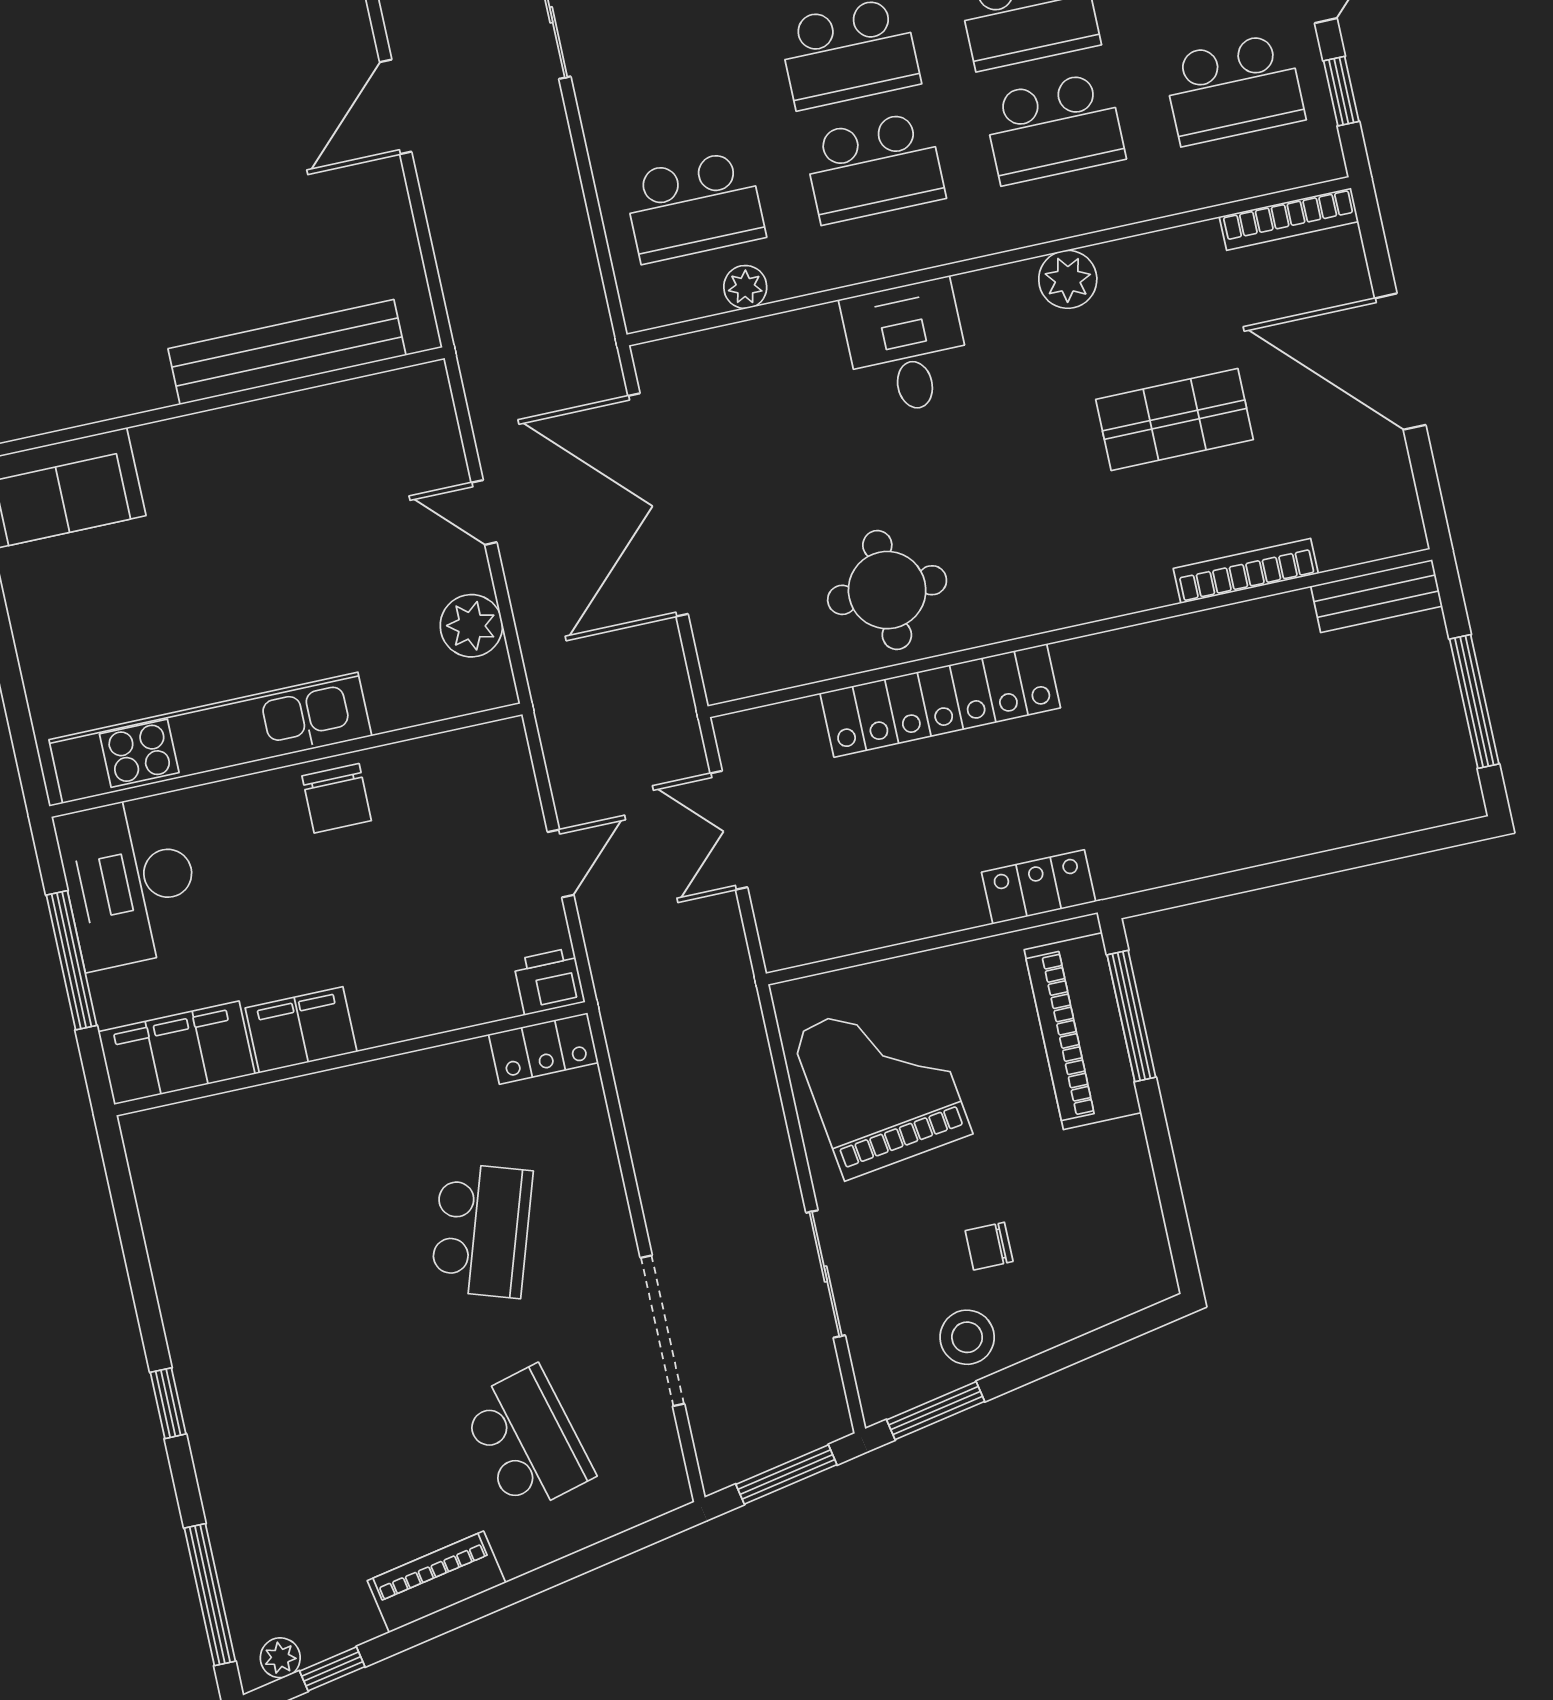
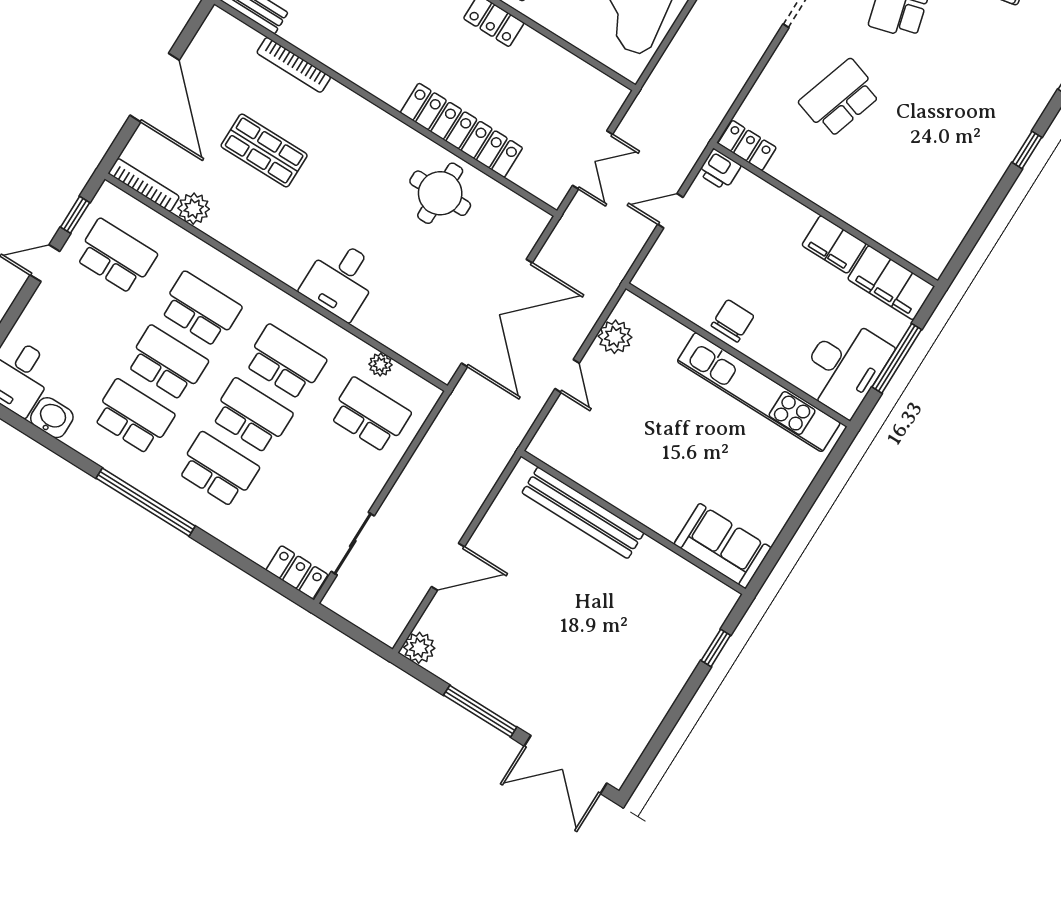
plant: (1068, 279) -> (194, 209), moved

